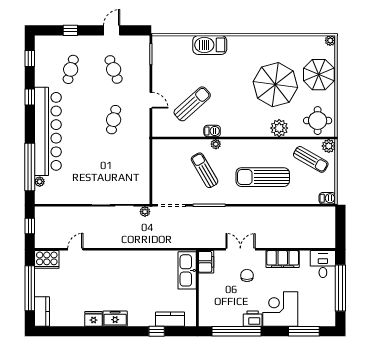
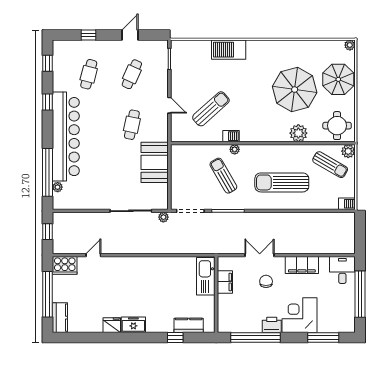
cafe table: (114, 69) -> (132, 74), turned 45
booth: (136, 157) -> (155, 162), added
filing cabinet: (206, 262) -> (225, 282), moved

